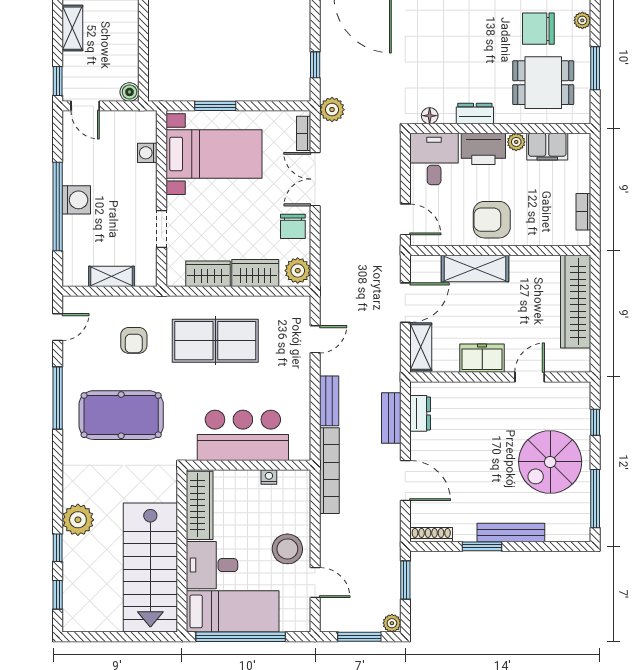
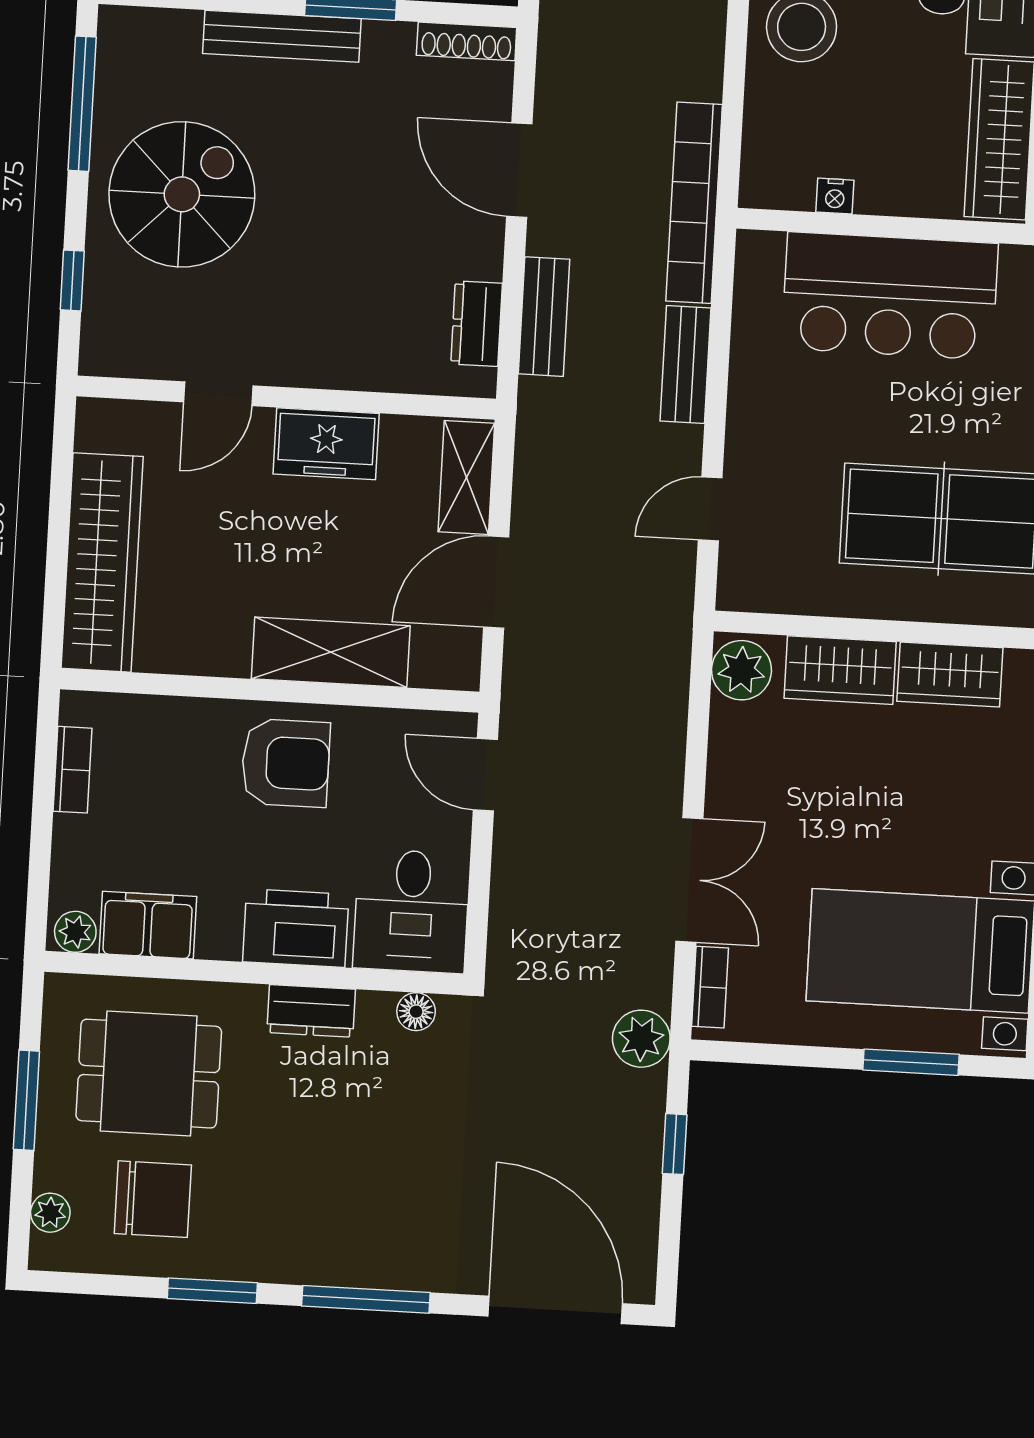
plant: (516, 142) -> (75, 932), moved
chair: (293, 226) -> (747, 773), removed

